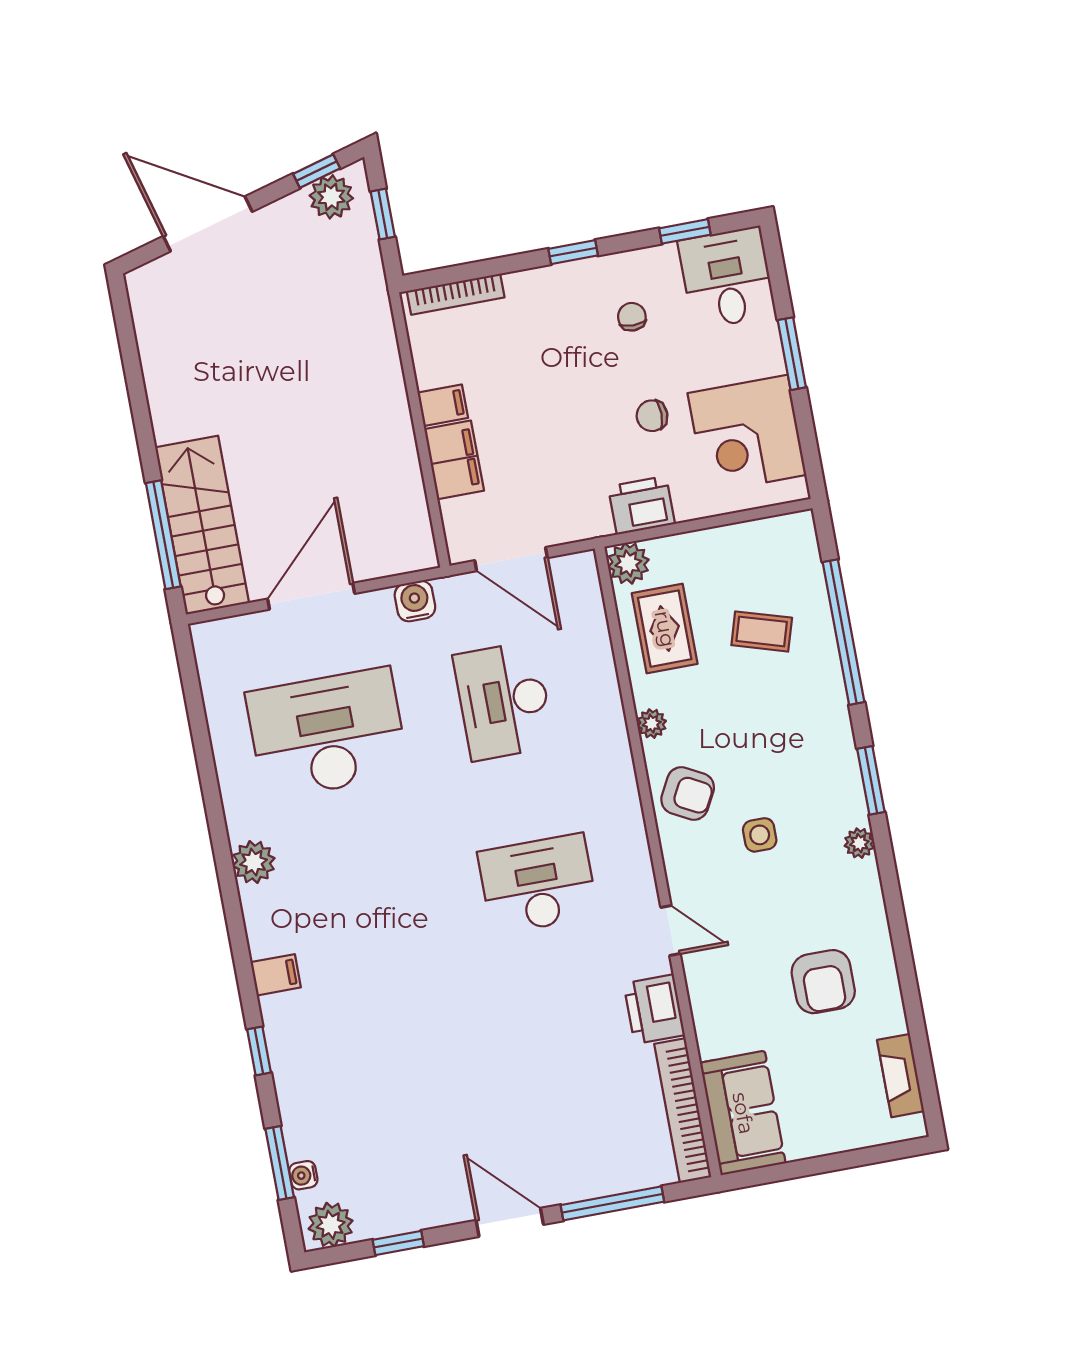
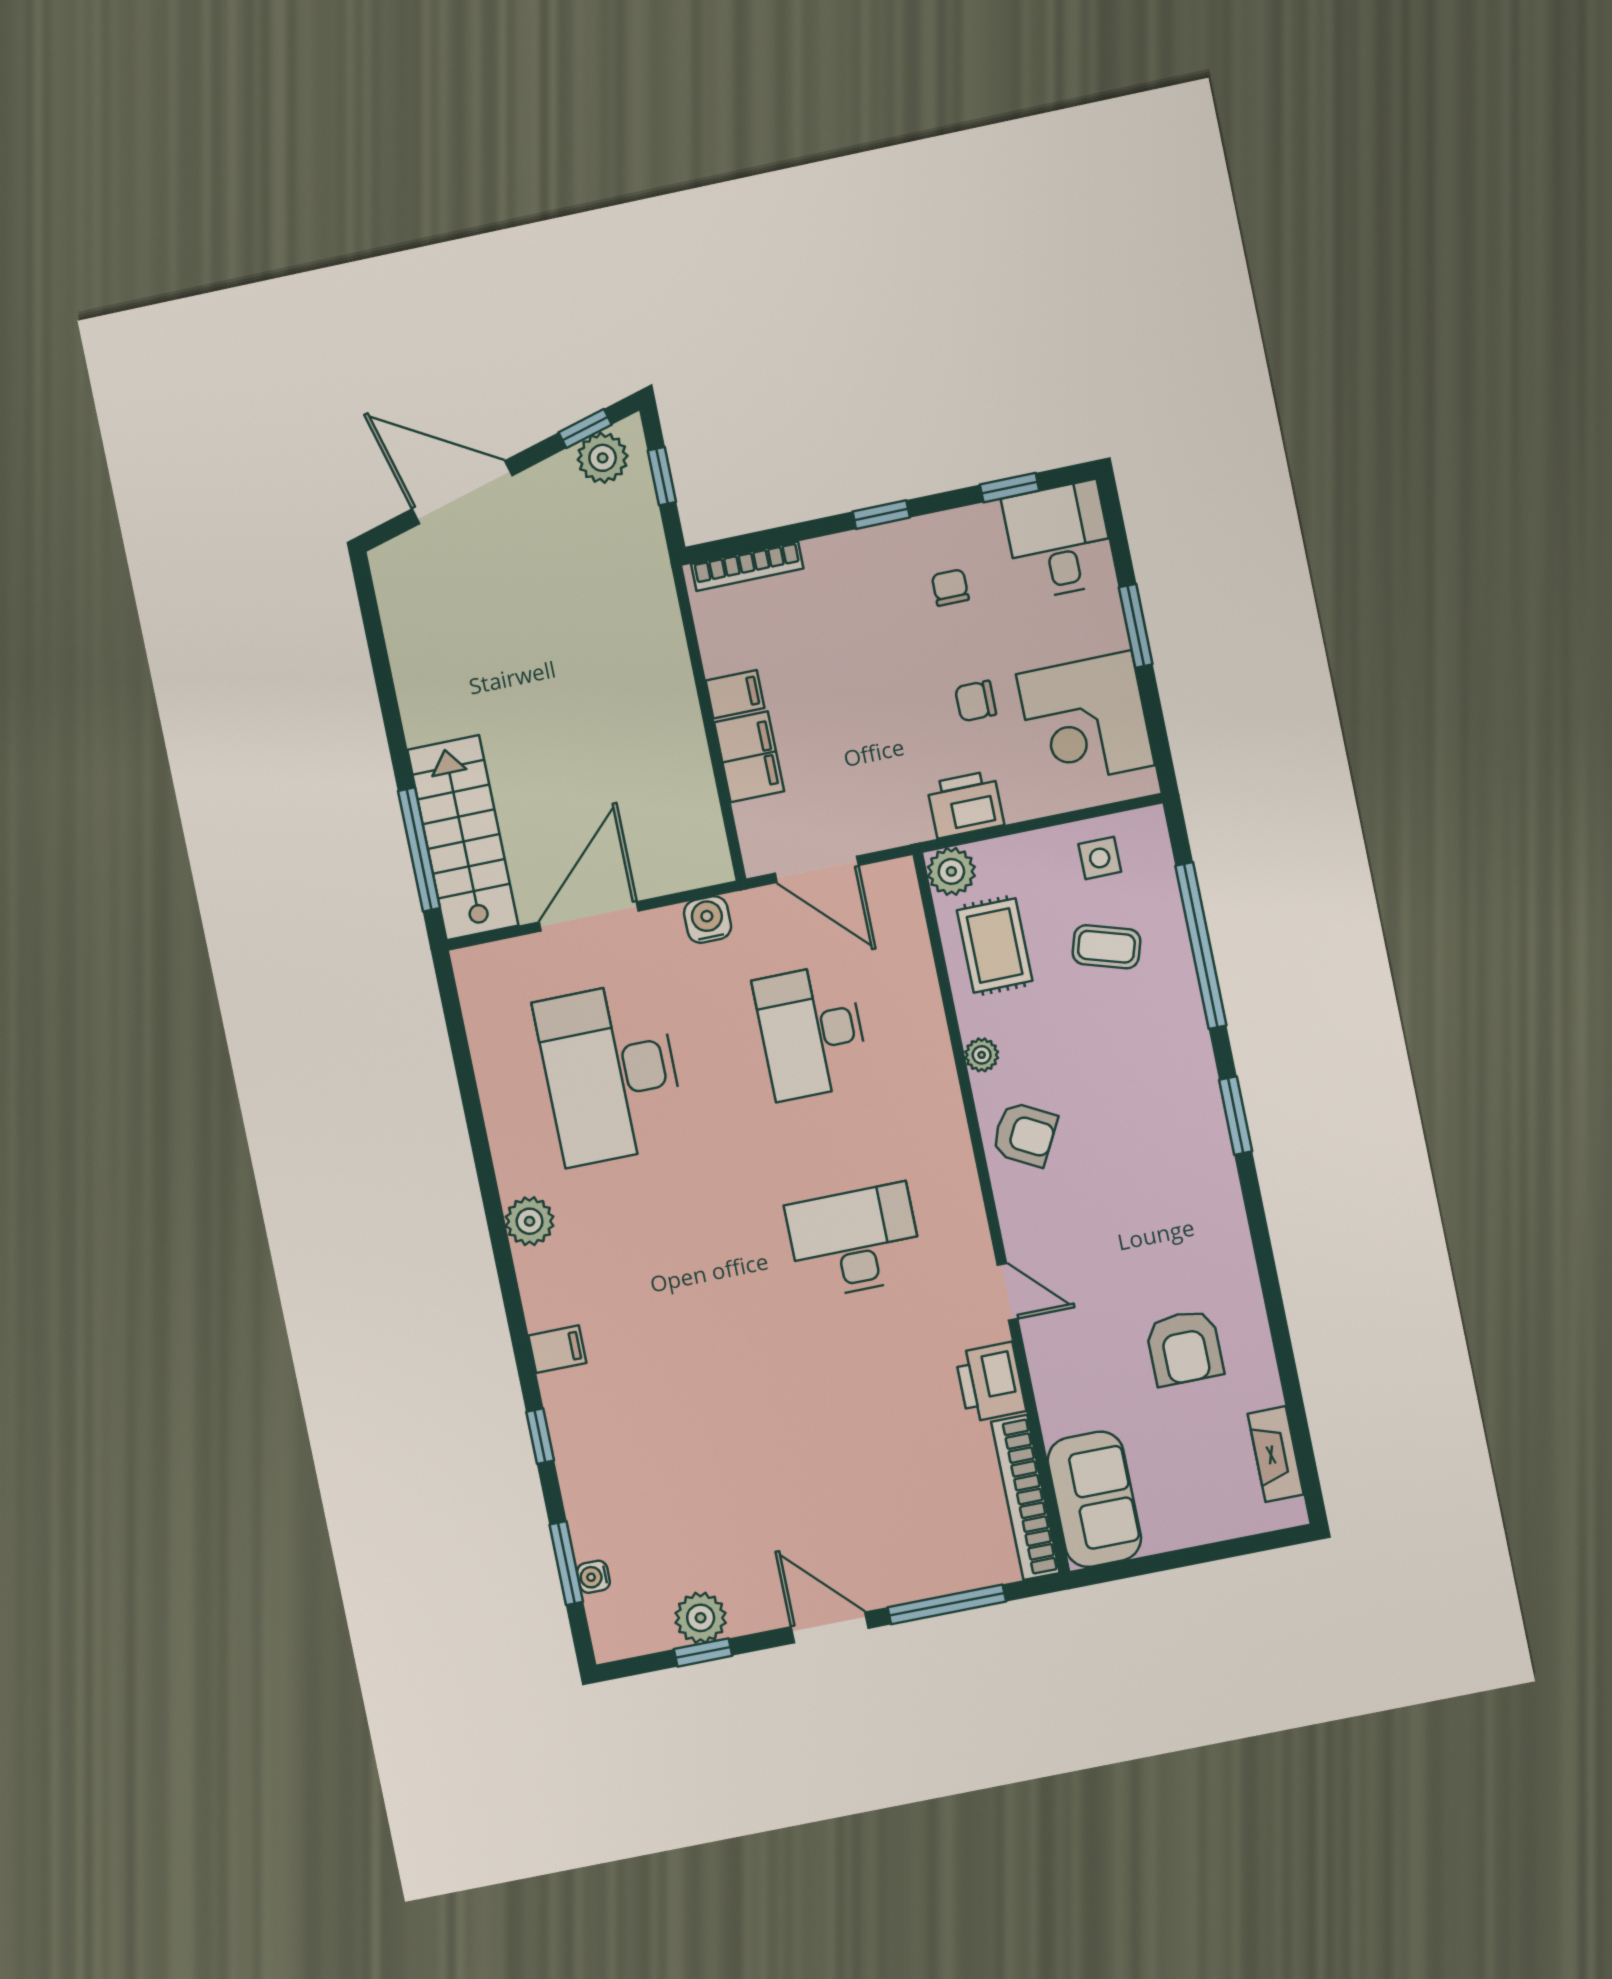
desk: (327, 733) -> (610, 1073), turned -90
side table: (760, 835) -> (1100, 858), moved
plant: (859, 843) -> (1223, 1188), removed
plant: (331, 1225) -> (701, 1618), moved

